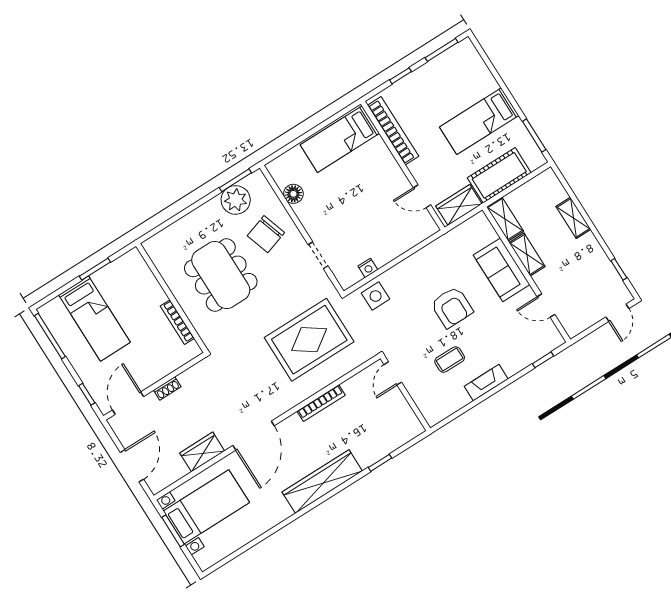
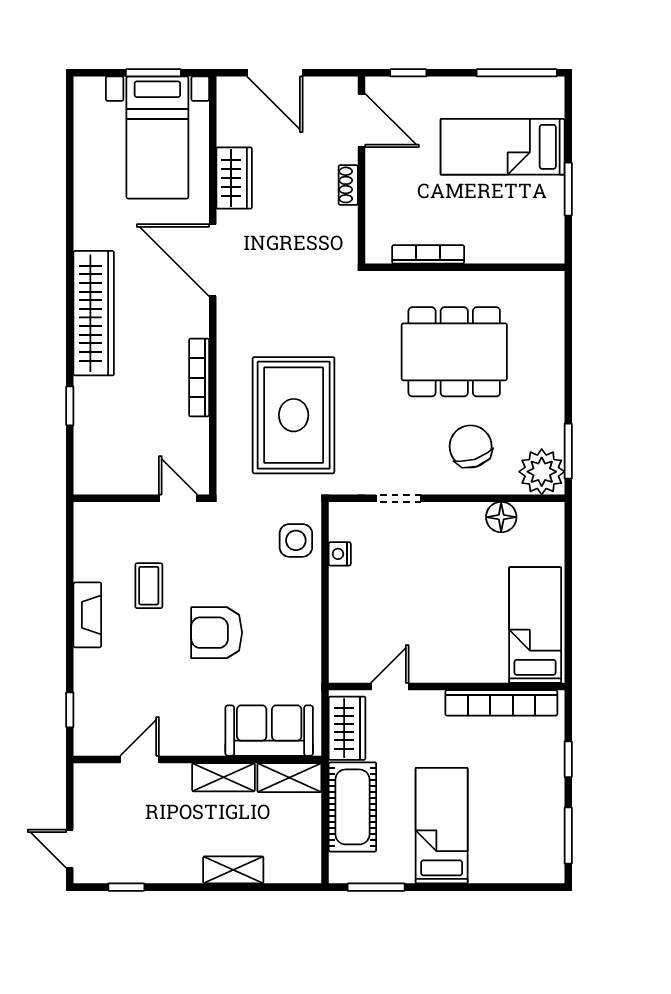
plant: (236, 200) -> (542, 472), moved
sofa: (502, 270) -> (269, 731), moved

